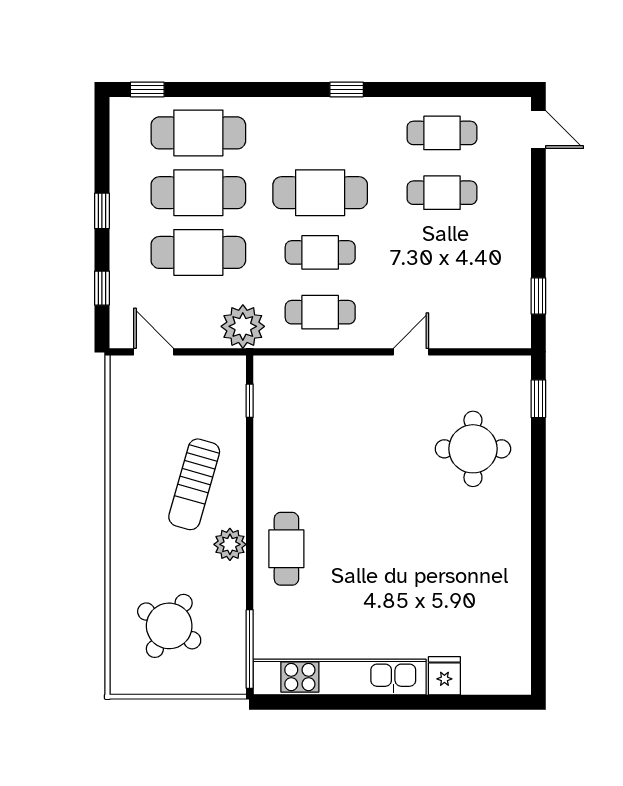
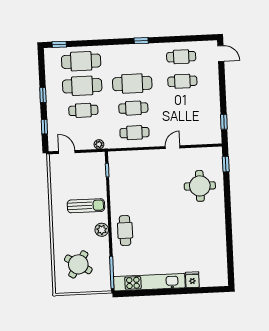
cafe table: (198, 252) -> (83, 110), width x0.73, depth x0.74
plant: (243, 326) -> (99, 144), width x0.53, depth x0.53
sun lounger: (194, 484) -> (86, 206), turned -106

